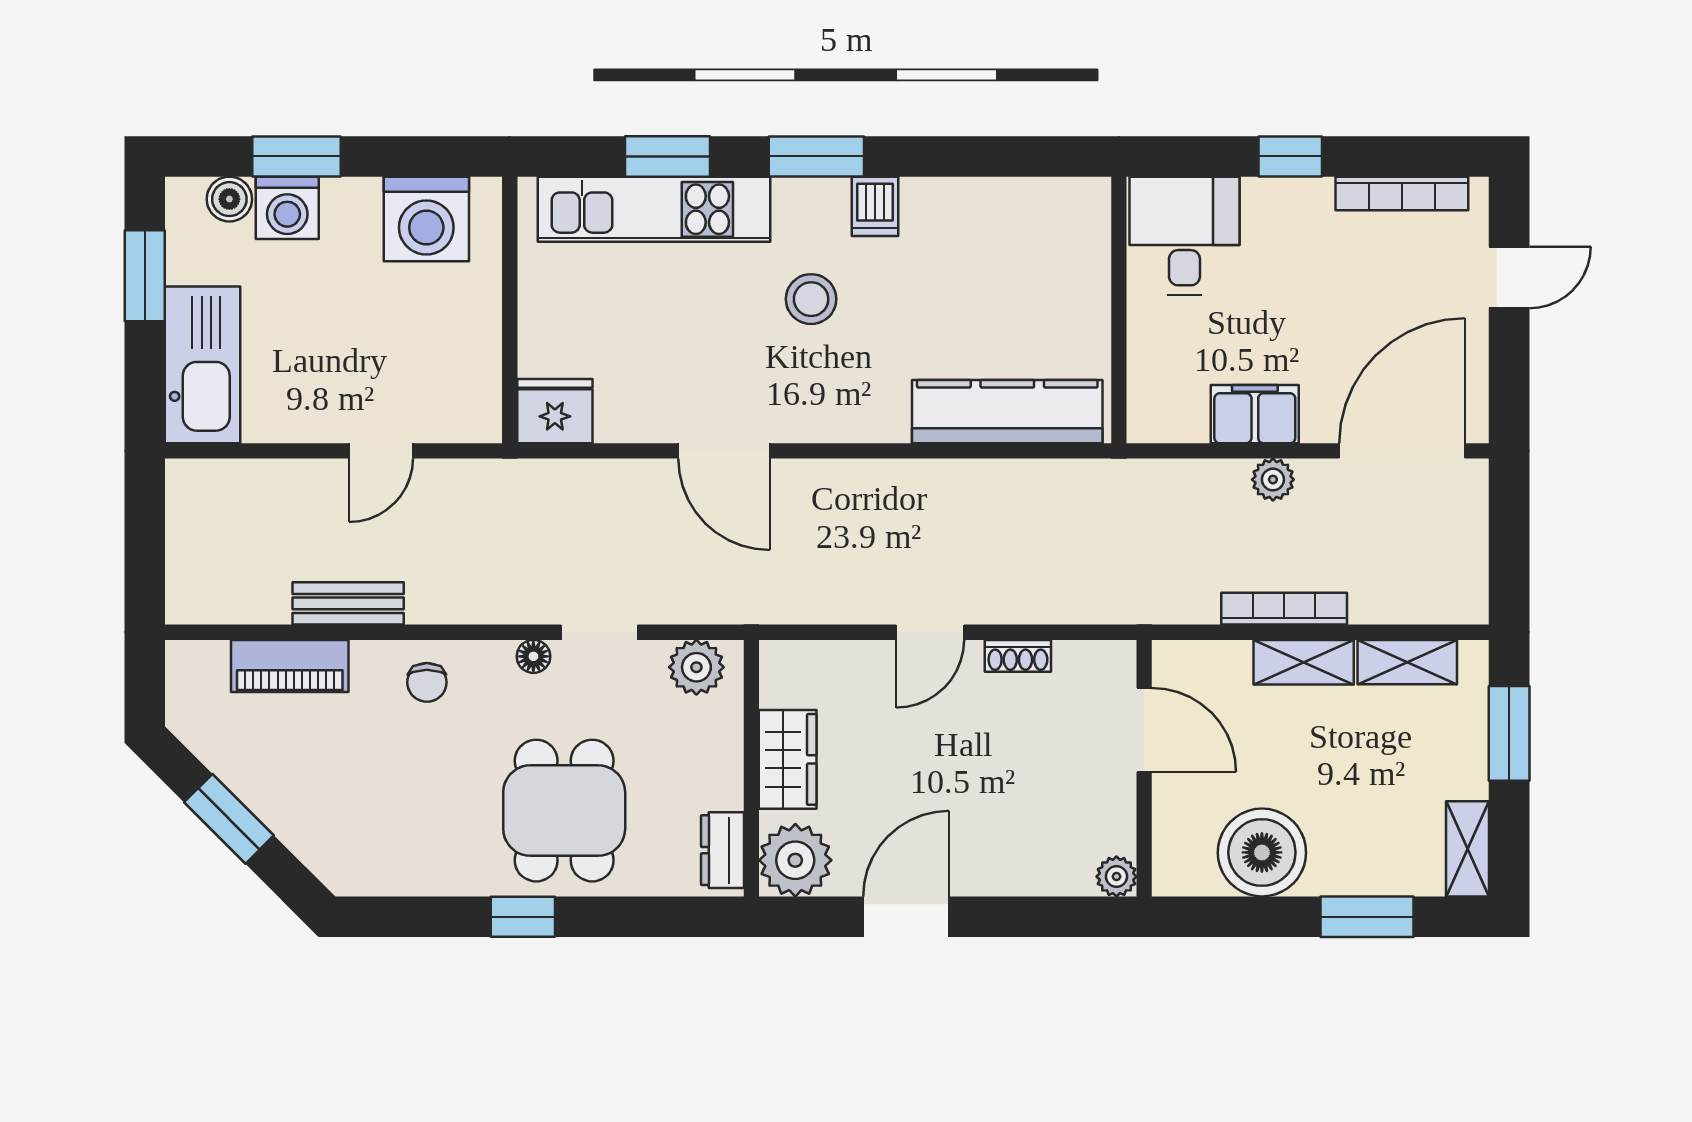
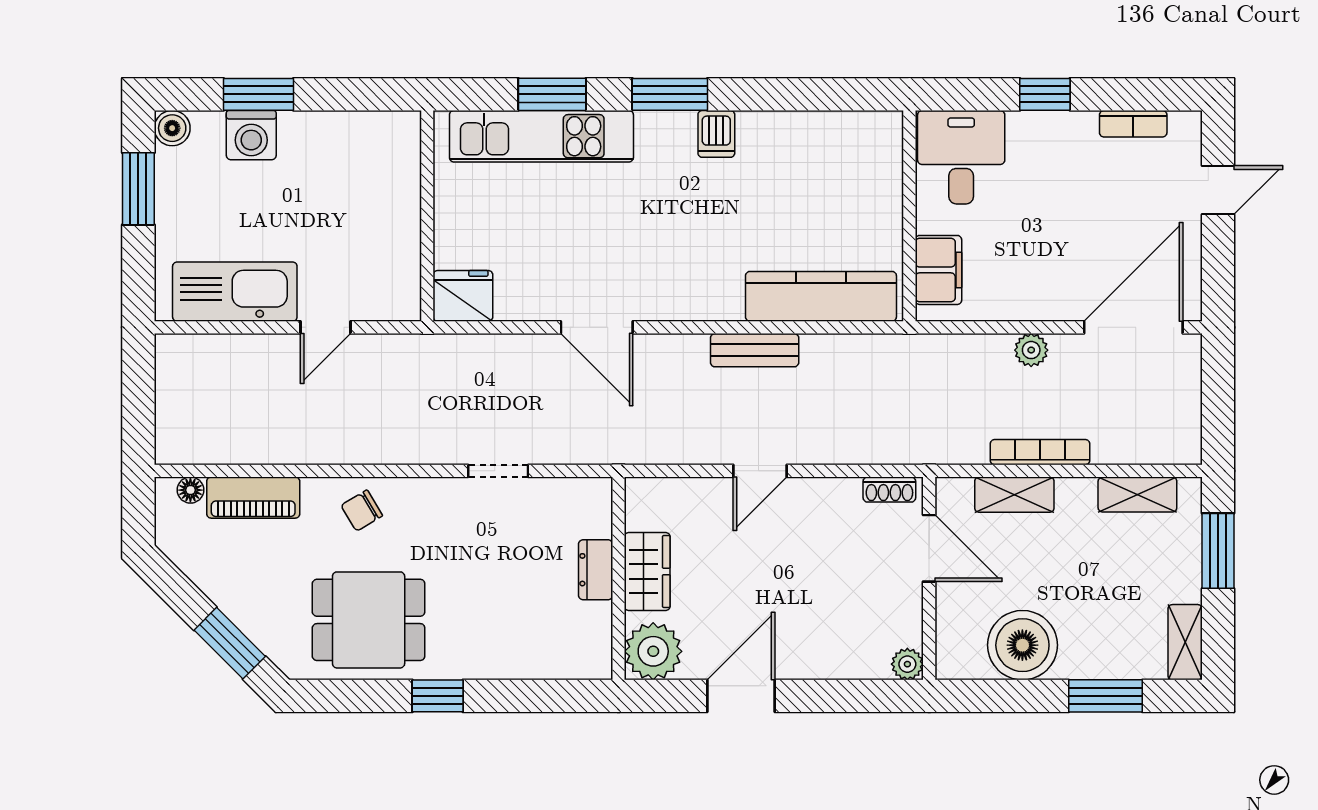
bookcase: (1402, 194) -> (1133, 124), width x0.64
boiler: (229, 199) -> (172, 128), moved
washing machine: (426, 219) -> (361, 144), removed
stool: (811, 299) -> (666, 207), removed
kitchen sink: (202, 365) -> (235, 292), moved, turned -90
filing cabinet: (1255, 414) -> (938, 270), moved, turned 90
bench: (348, 603) -> (755, 350), moved
floor lamp: (533, 656) -> (190, 490), moved
shoe rack: (1018, 656) -> (889, 490), moved
shelving: (1304, 662) -> (1014, 495), moved
plant: (696, 667) -> (575, 499), removed
chair: (427, 682) -> (362, 511), turned 59
dining table: (564, 811) -> (369, 620), moved, turned 90
window: (229, 819) -> (230, 643), moved
dresser: (722, 850) -> (596, 570), moved

